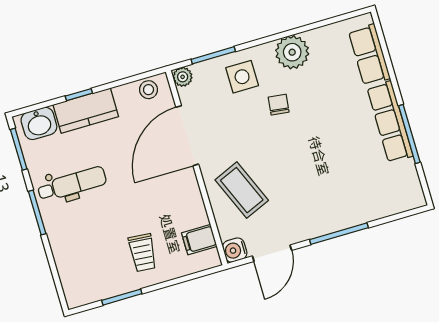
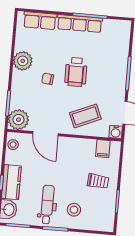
plant: (183, 77) -> (18, 120), width x1.88, depth x1.88
side table: (242, 77) -> (25, 92), removed
door: (187, 136) -> (45, 134), width x0.73
wheelchair: (308, 147) -> (76, 72), added
stool: (80, 231) -> (74, 210), added

